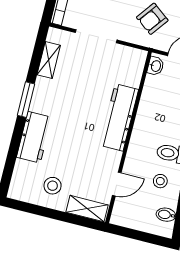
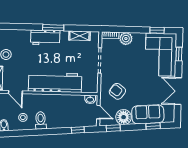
workbench: (119, 117) -> (55, 82), width x1.36, depth x1.32
workbench: (34, 137) -> (45, 38), moved

